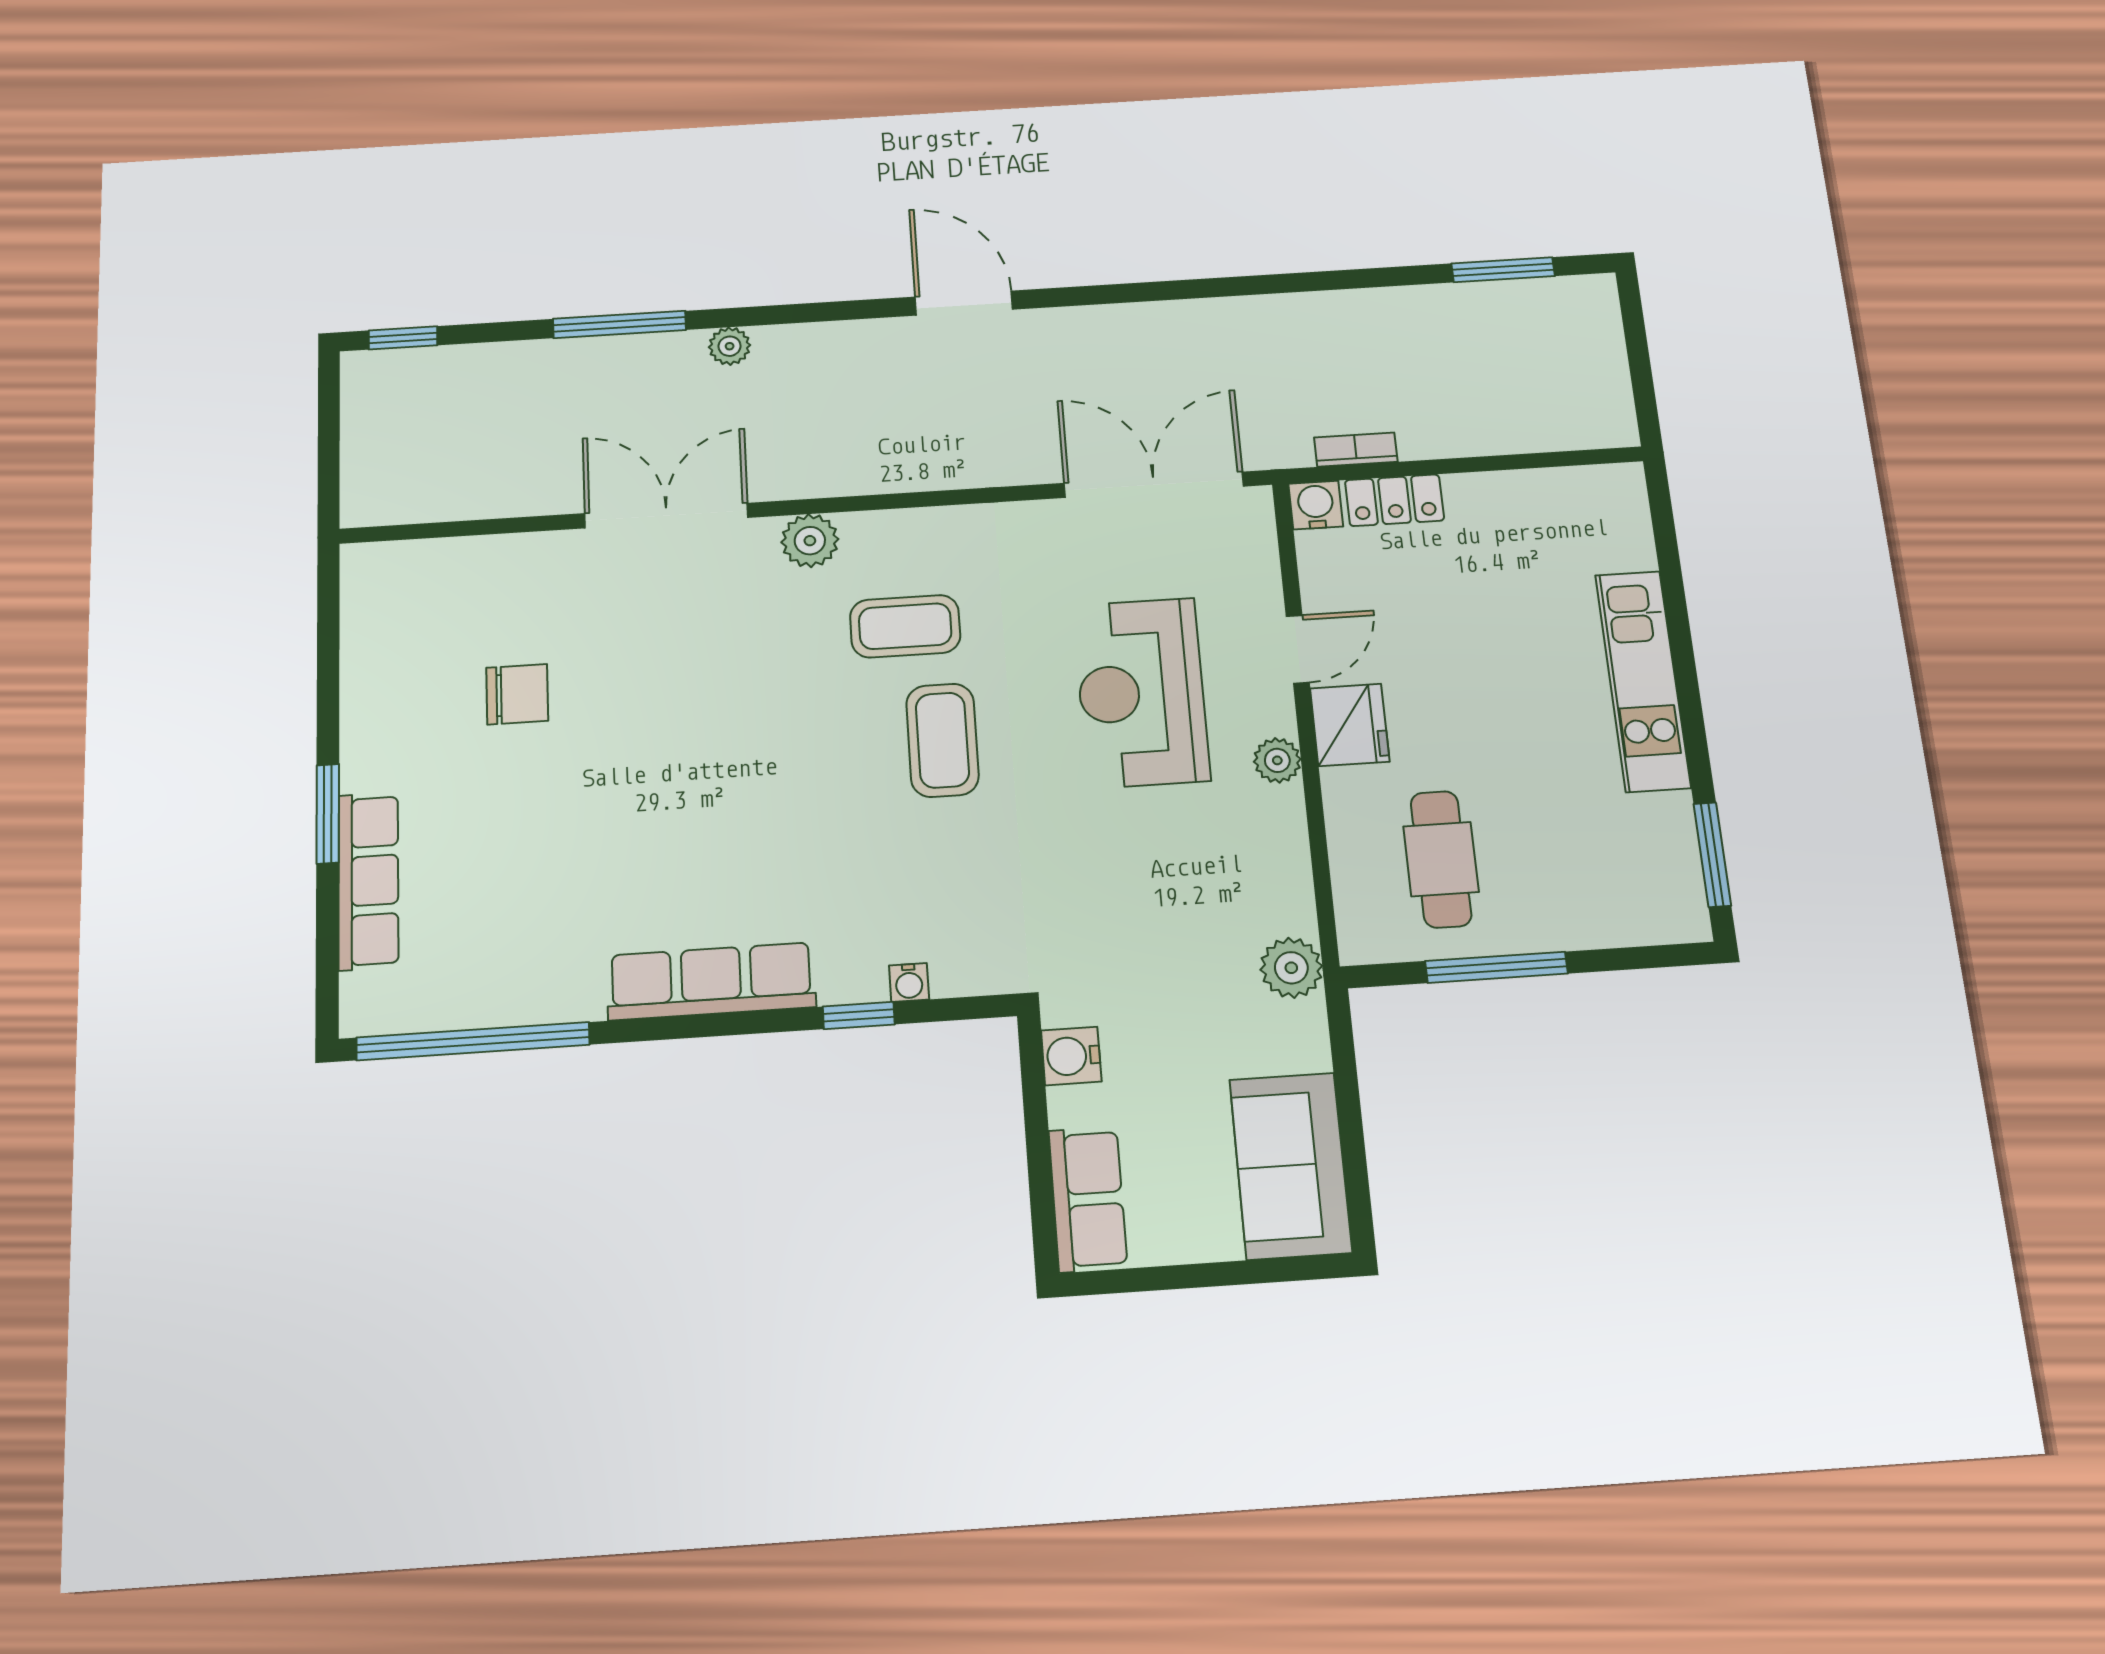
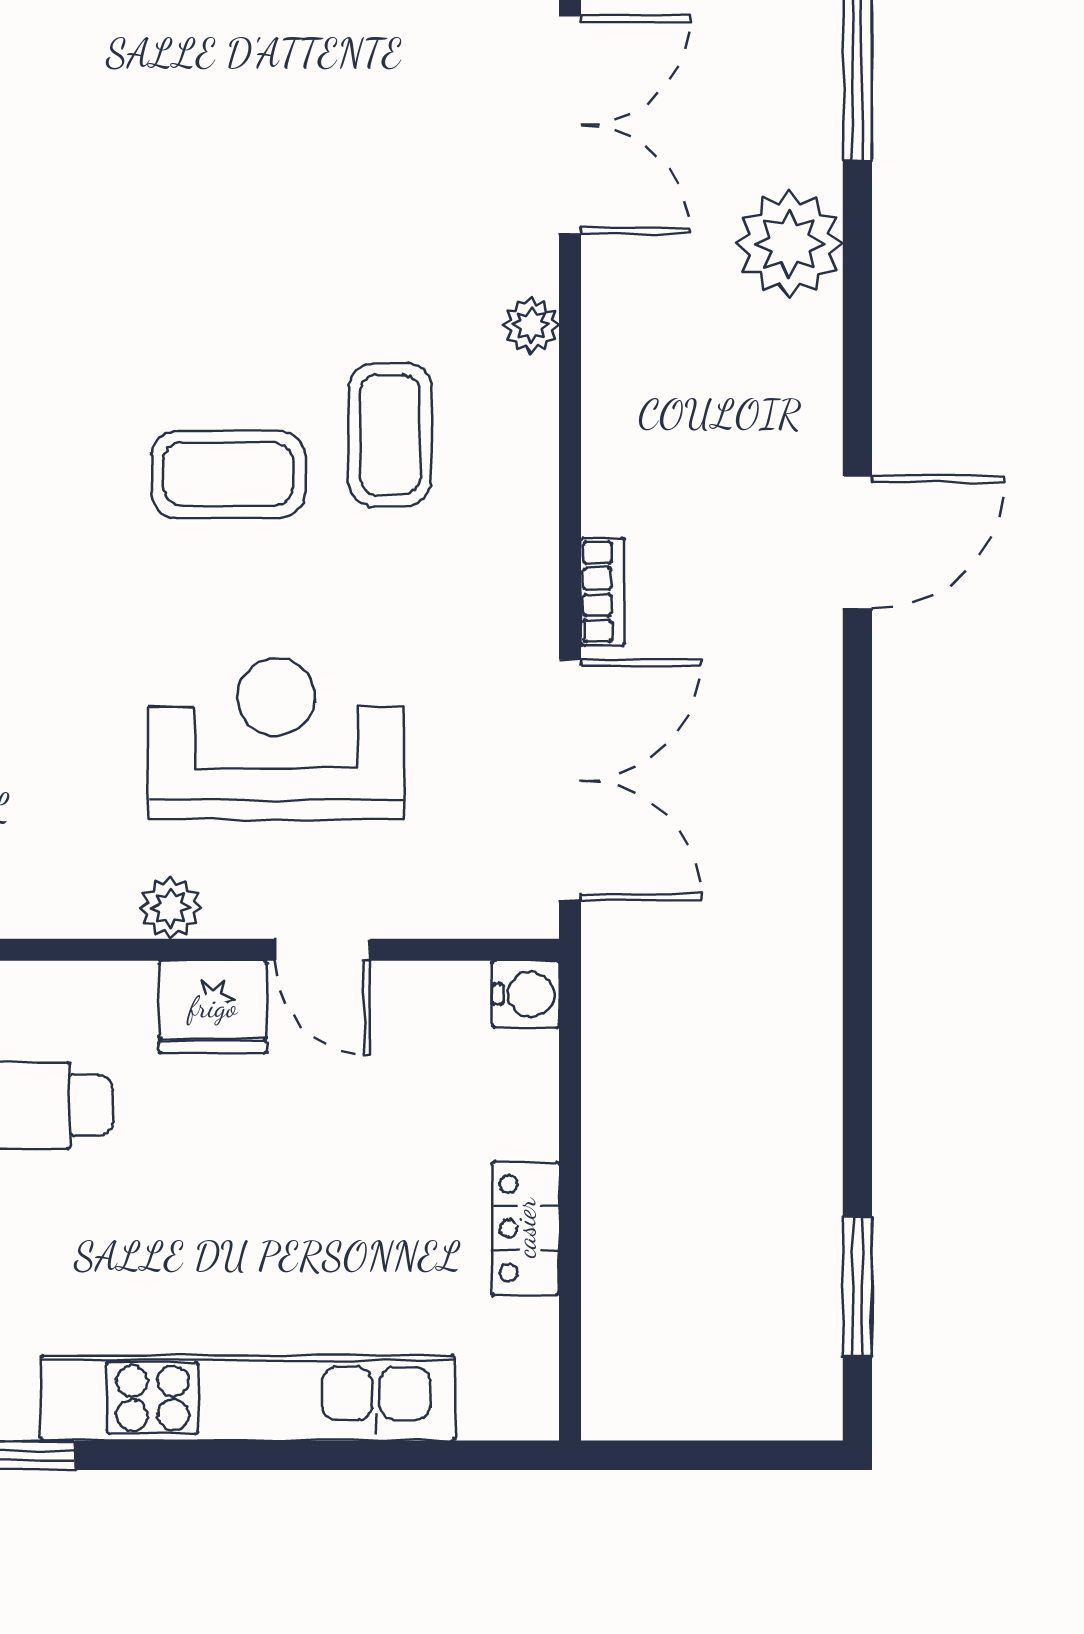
plant: (730, 346) -> (789, 244), width x1.87, depth x1.87
bookcase: (1356, 450) -> (603, 592), moved
locker: (1394, 500) -> (525, 1228), moved
plant: (810, 541) -> (531, 325), width x0.73, depth x0.73
kitchen unit: (1643, 681) -> (248, 1398), width x1.36

